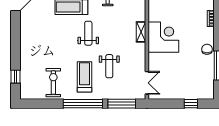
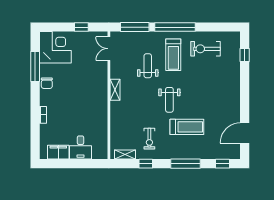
shelving: (141, 32) -> (115, 90), moved
corner desk: (163, 37) -> (55, 47), moved, turned 180
exercise bike: (53, 83) -> (206, 49), turned 90
window: (191, 104) -> (81, 27), moved

